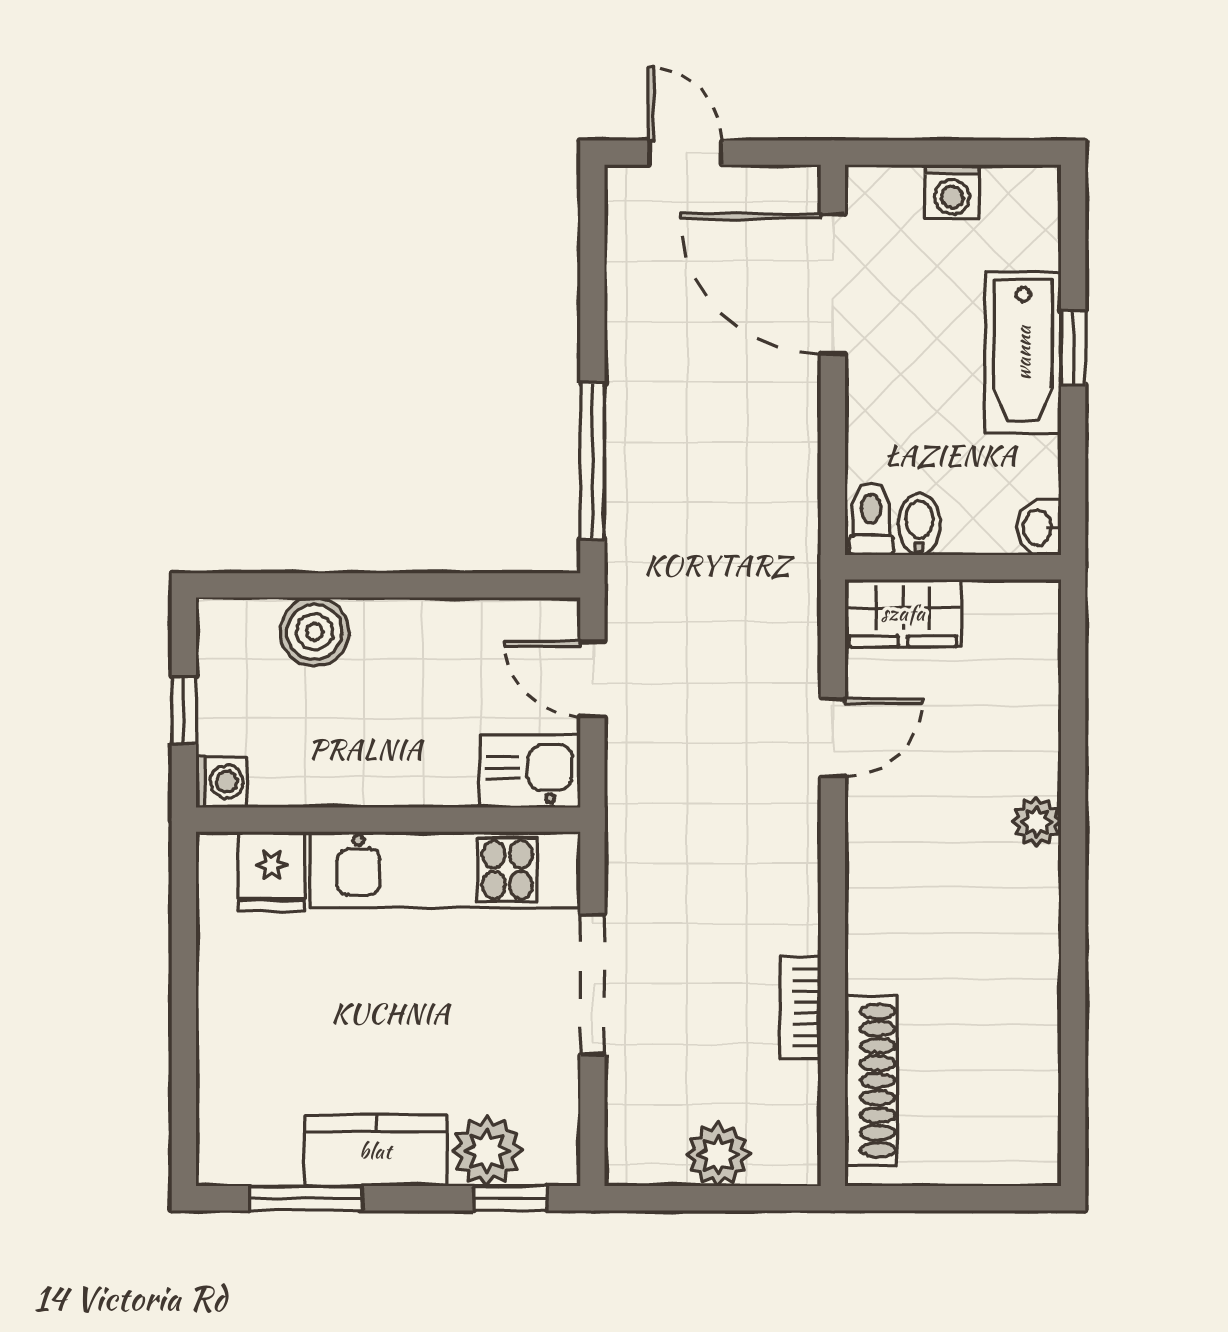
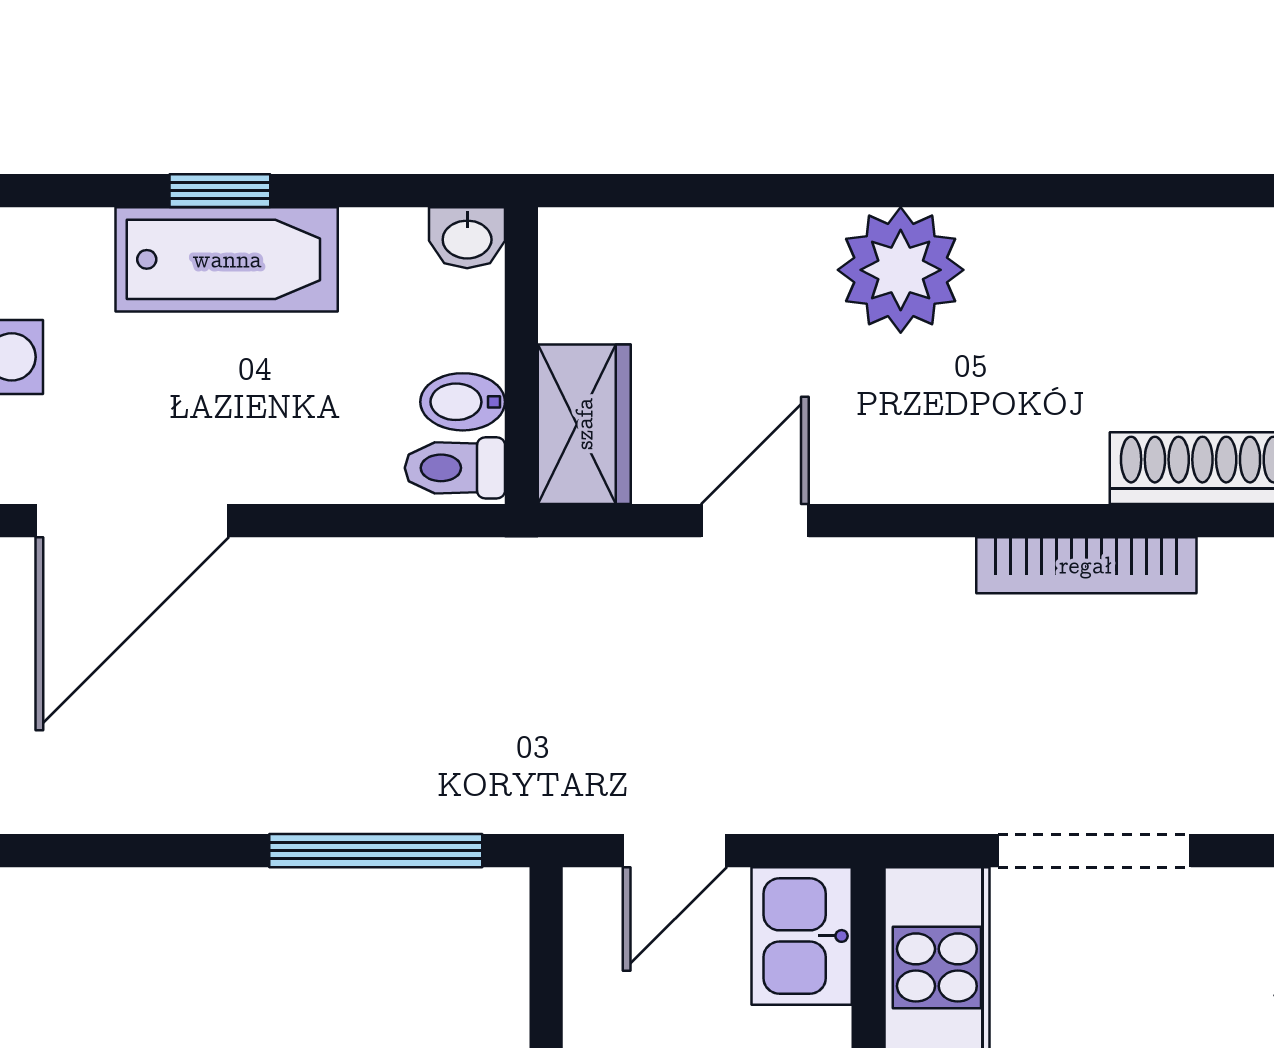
door: (833, 737) -> (755, 521), hinge flipped
plant: (1037, 822) -> (901, 270), width x1.88, depth x1.88
bookcase: (800, 1008) -> (1086, 565), width x1.56

